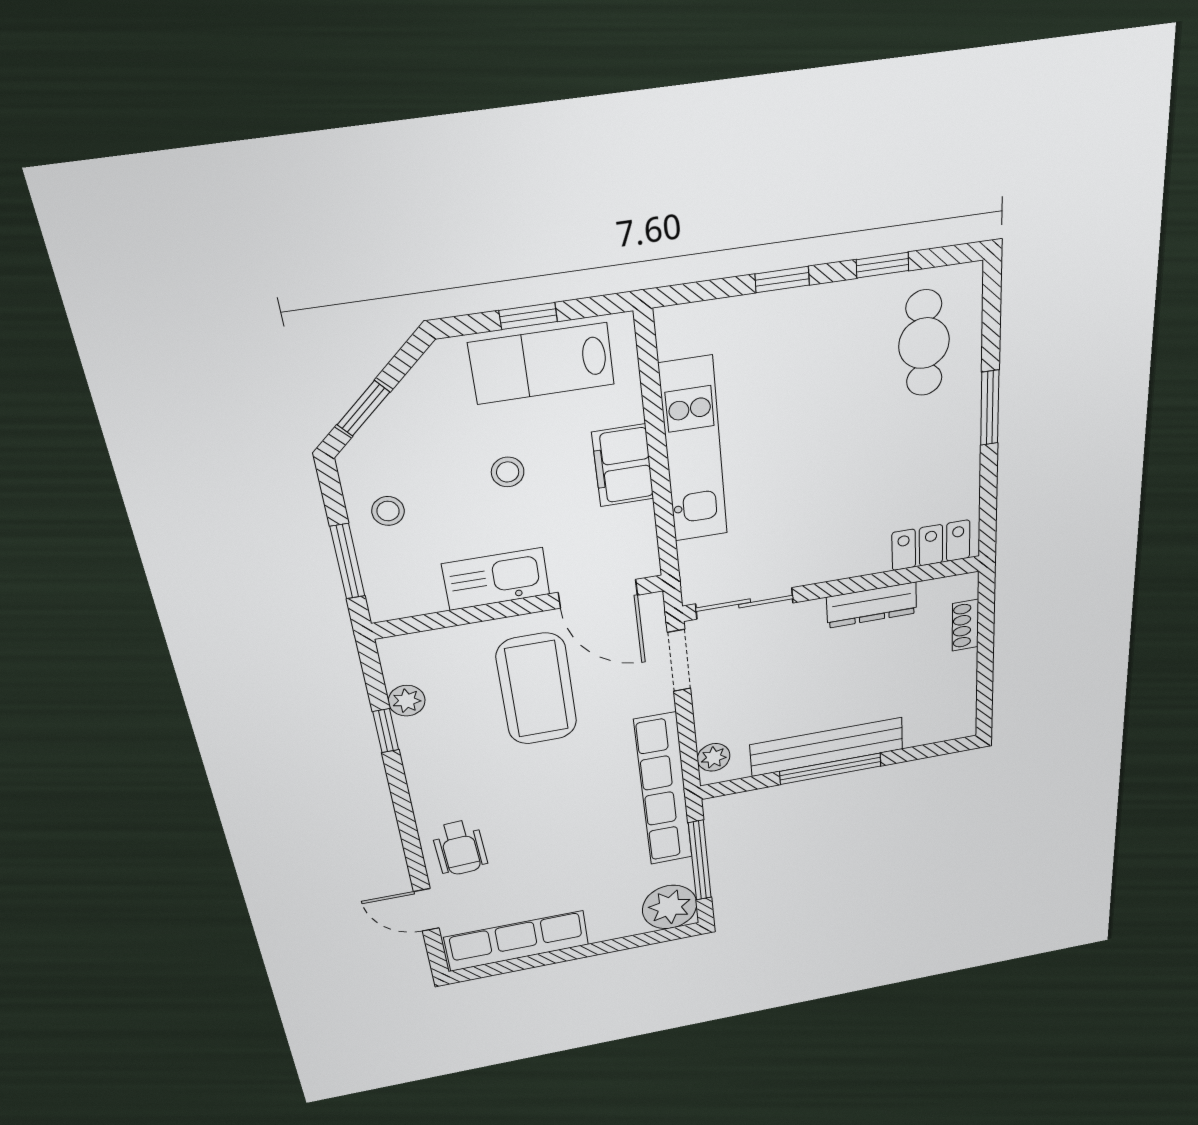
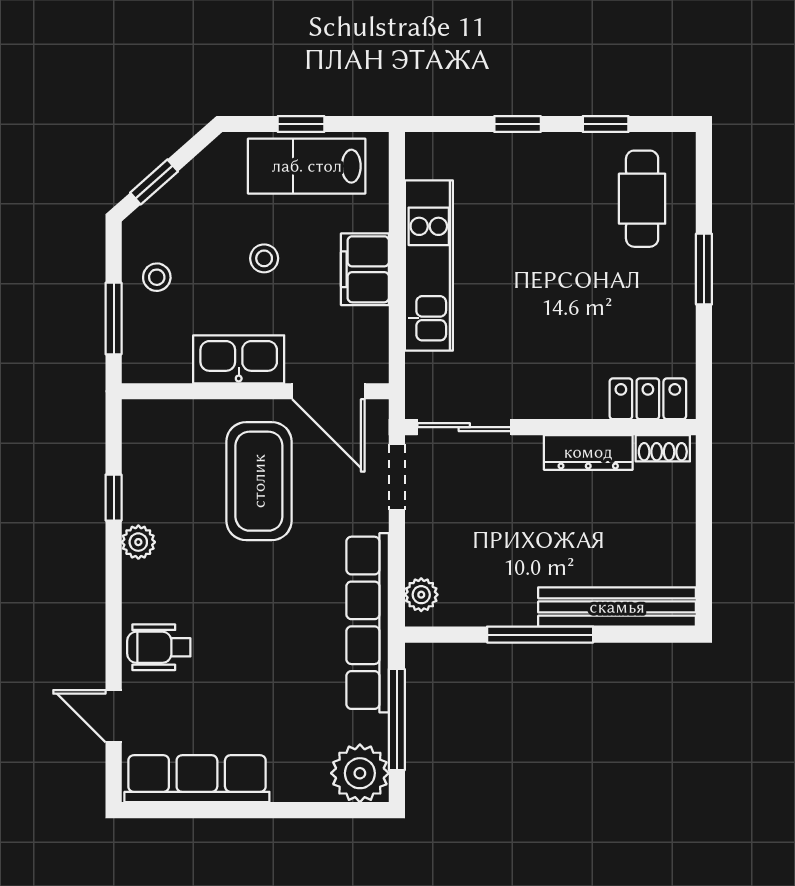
shoe rack: (965, 625) -> (663, 448), moved, turned -90
plant: (407, 701) -> (138, 542), moved
bench: (827, 747) -> (617, 607), moved
wheelchair: (460, 848) -> (159, 647), turned 93

